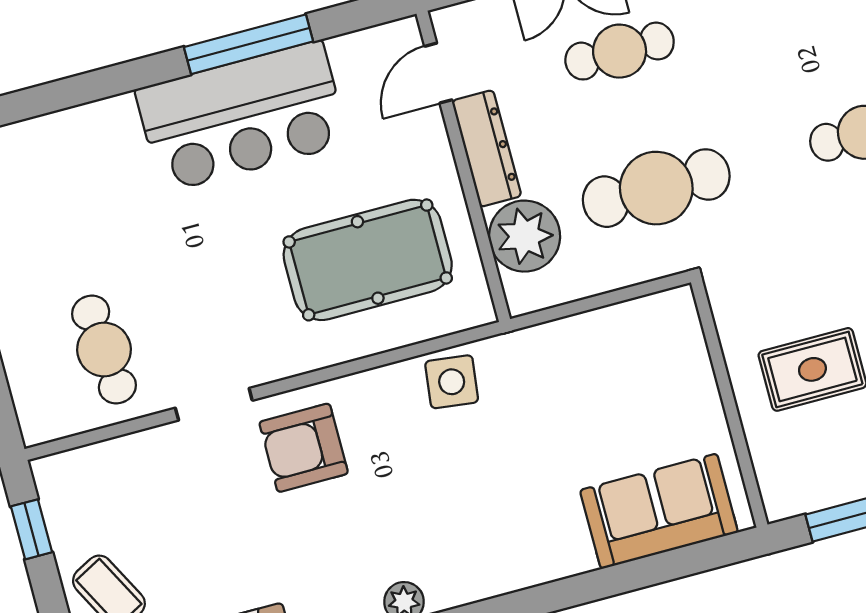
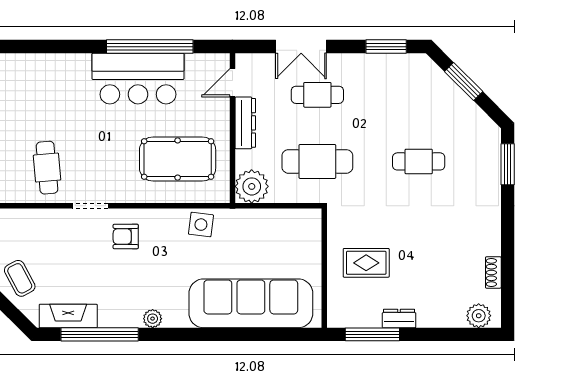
window: (248, 44) -> (150, 47), width x1.46
plant: (525, 236) -> (252, 186), moved
armchair: (304, 448) -> (126, 236), width x0.72, depth x0.72
sofa: (659, 511) -> (251, 303), width x1.85, depth x1.27

